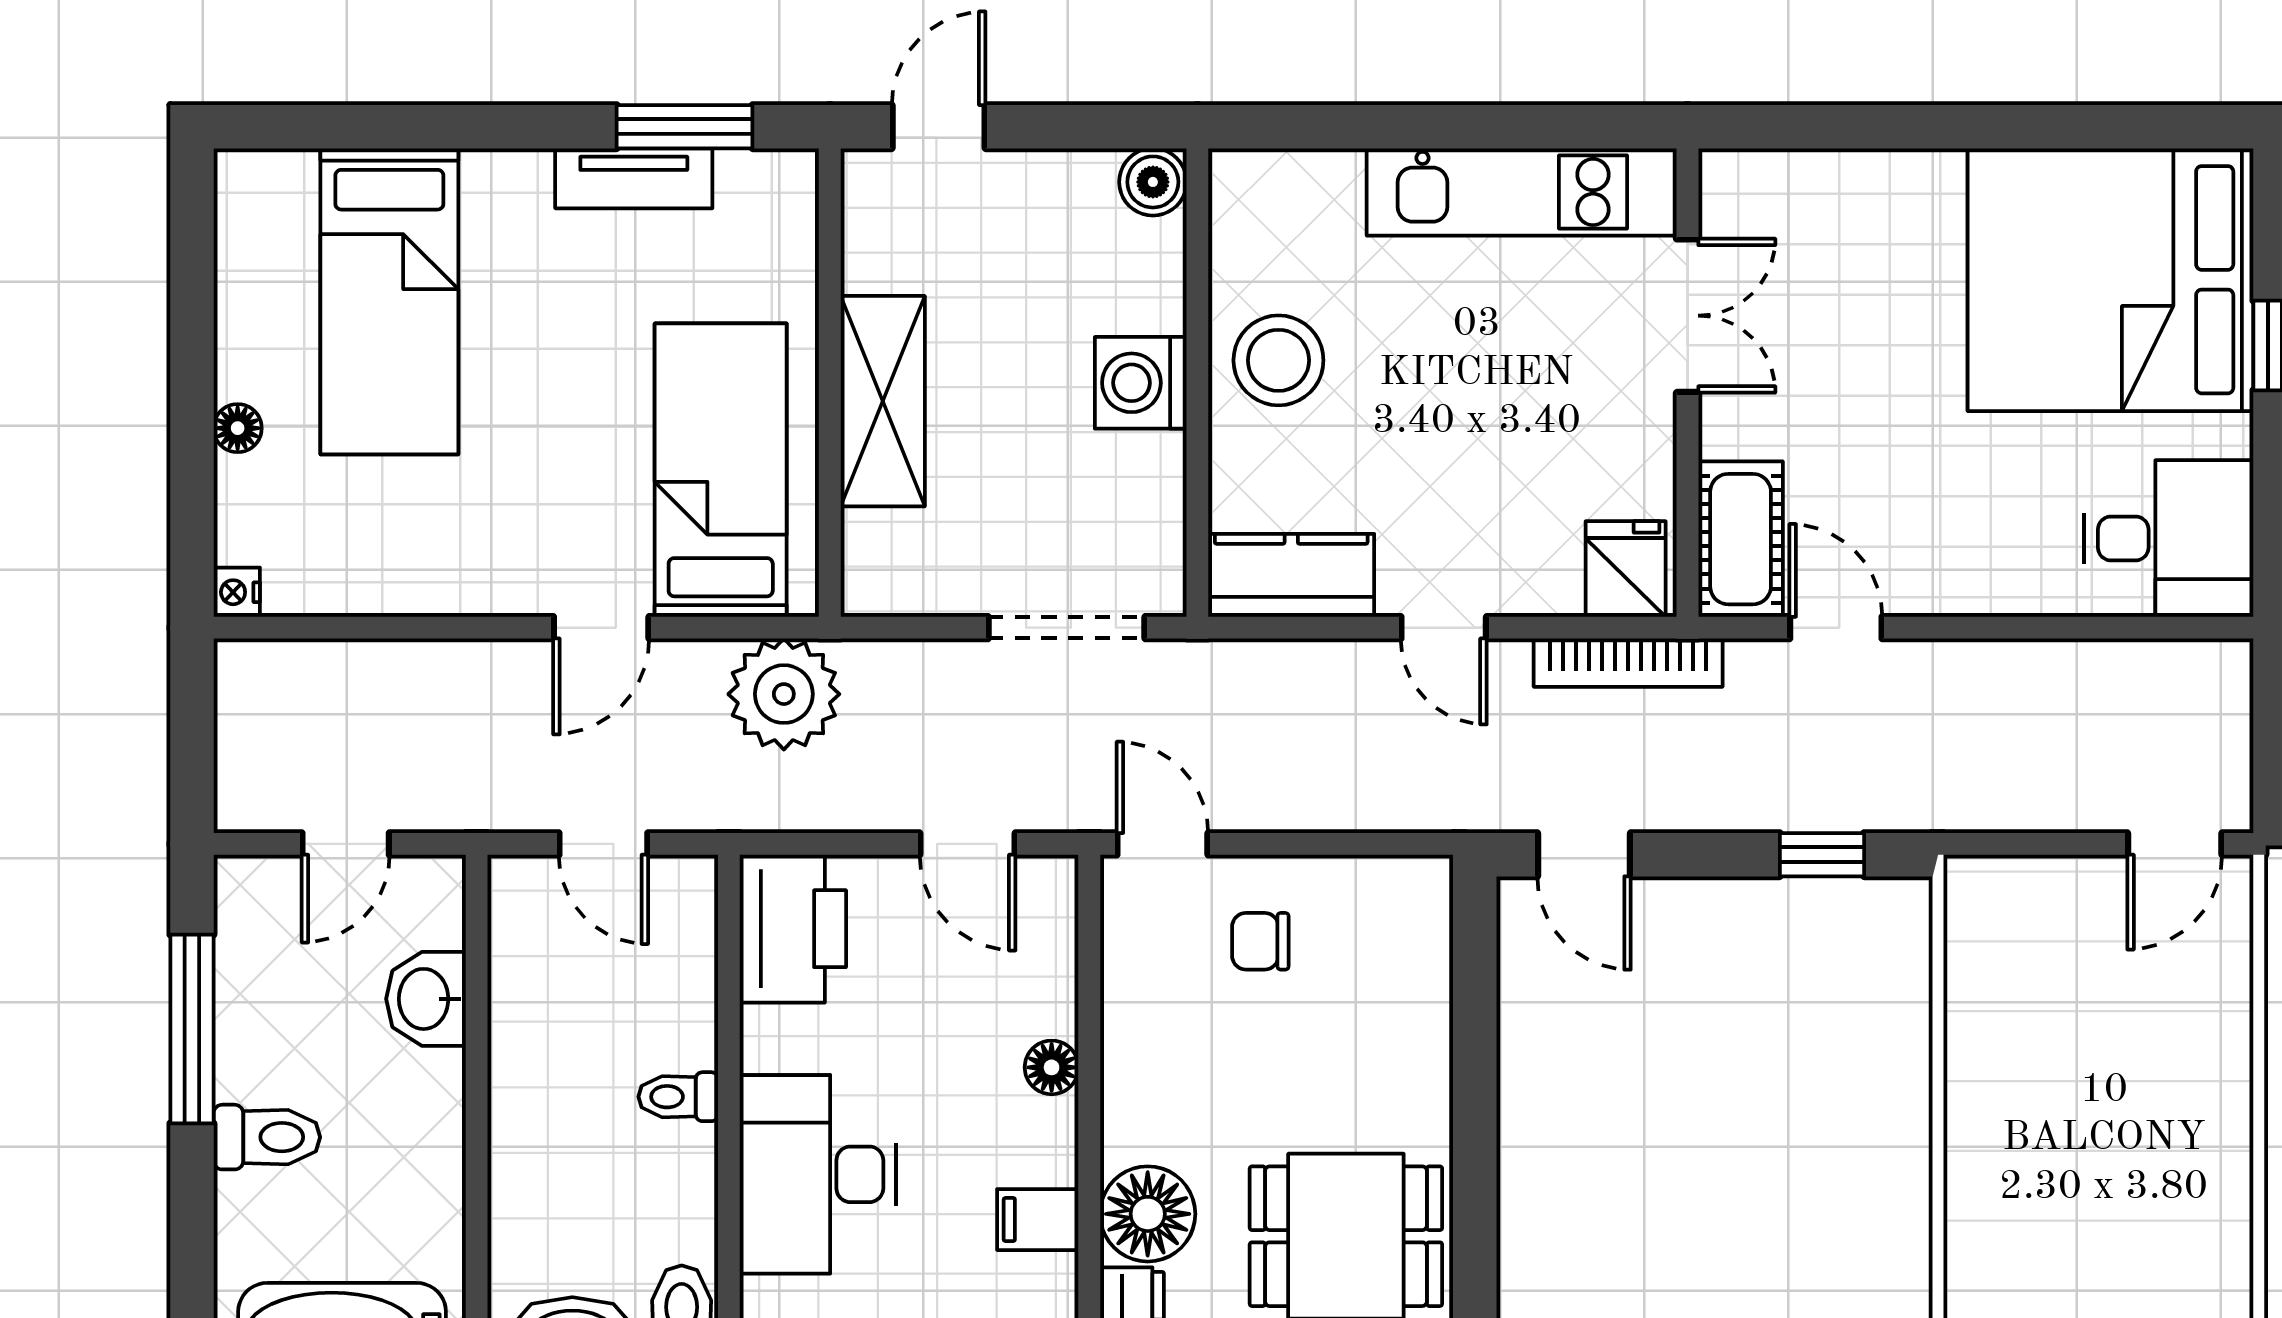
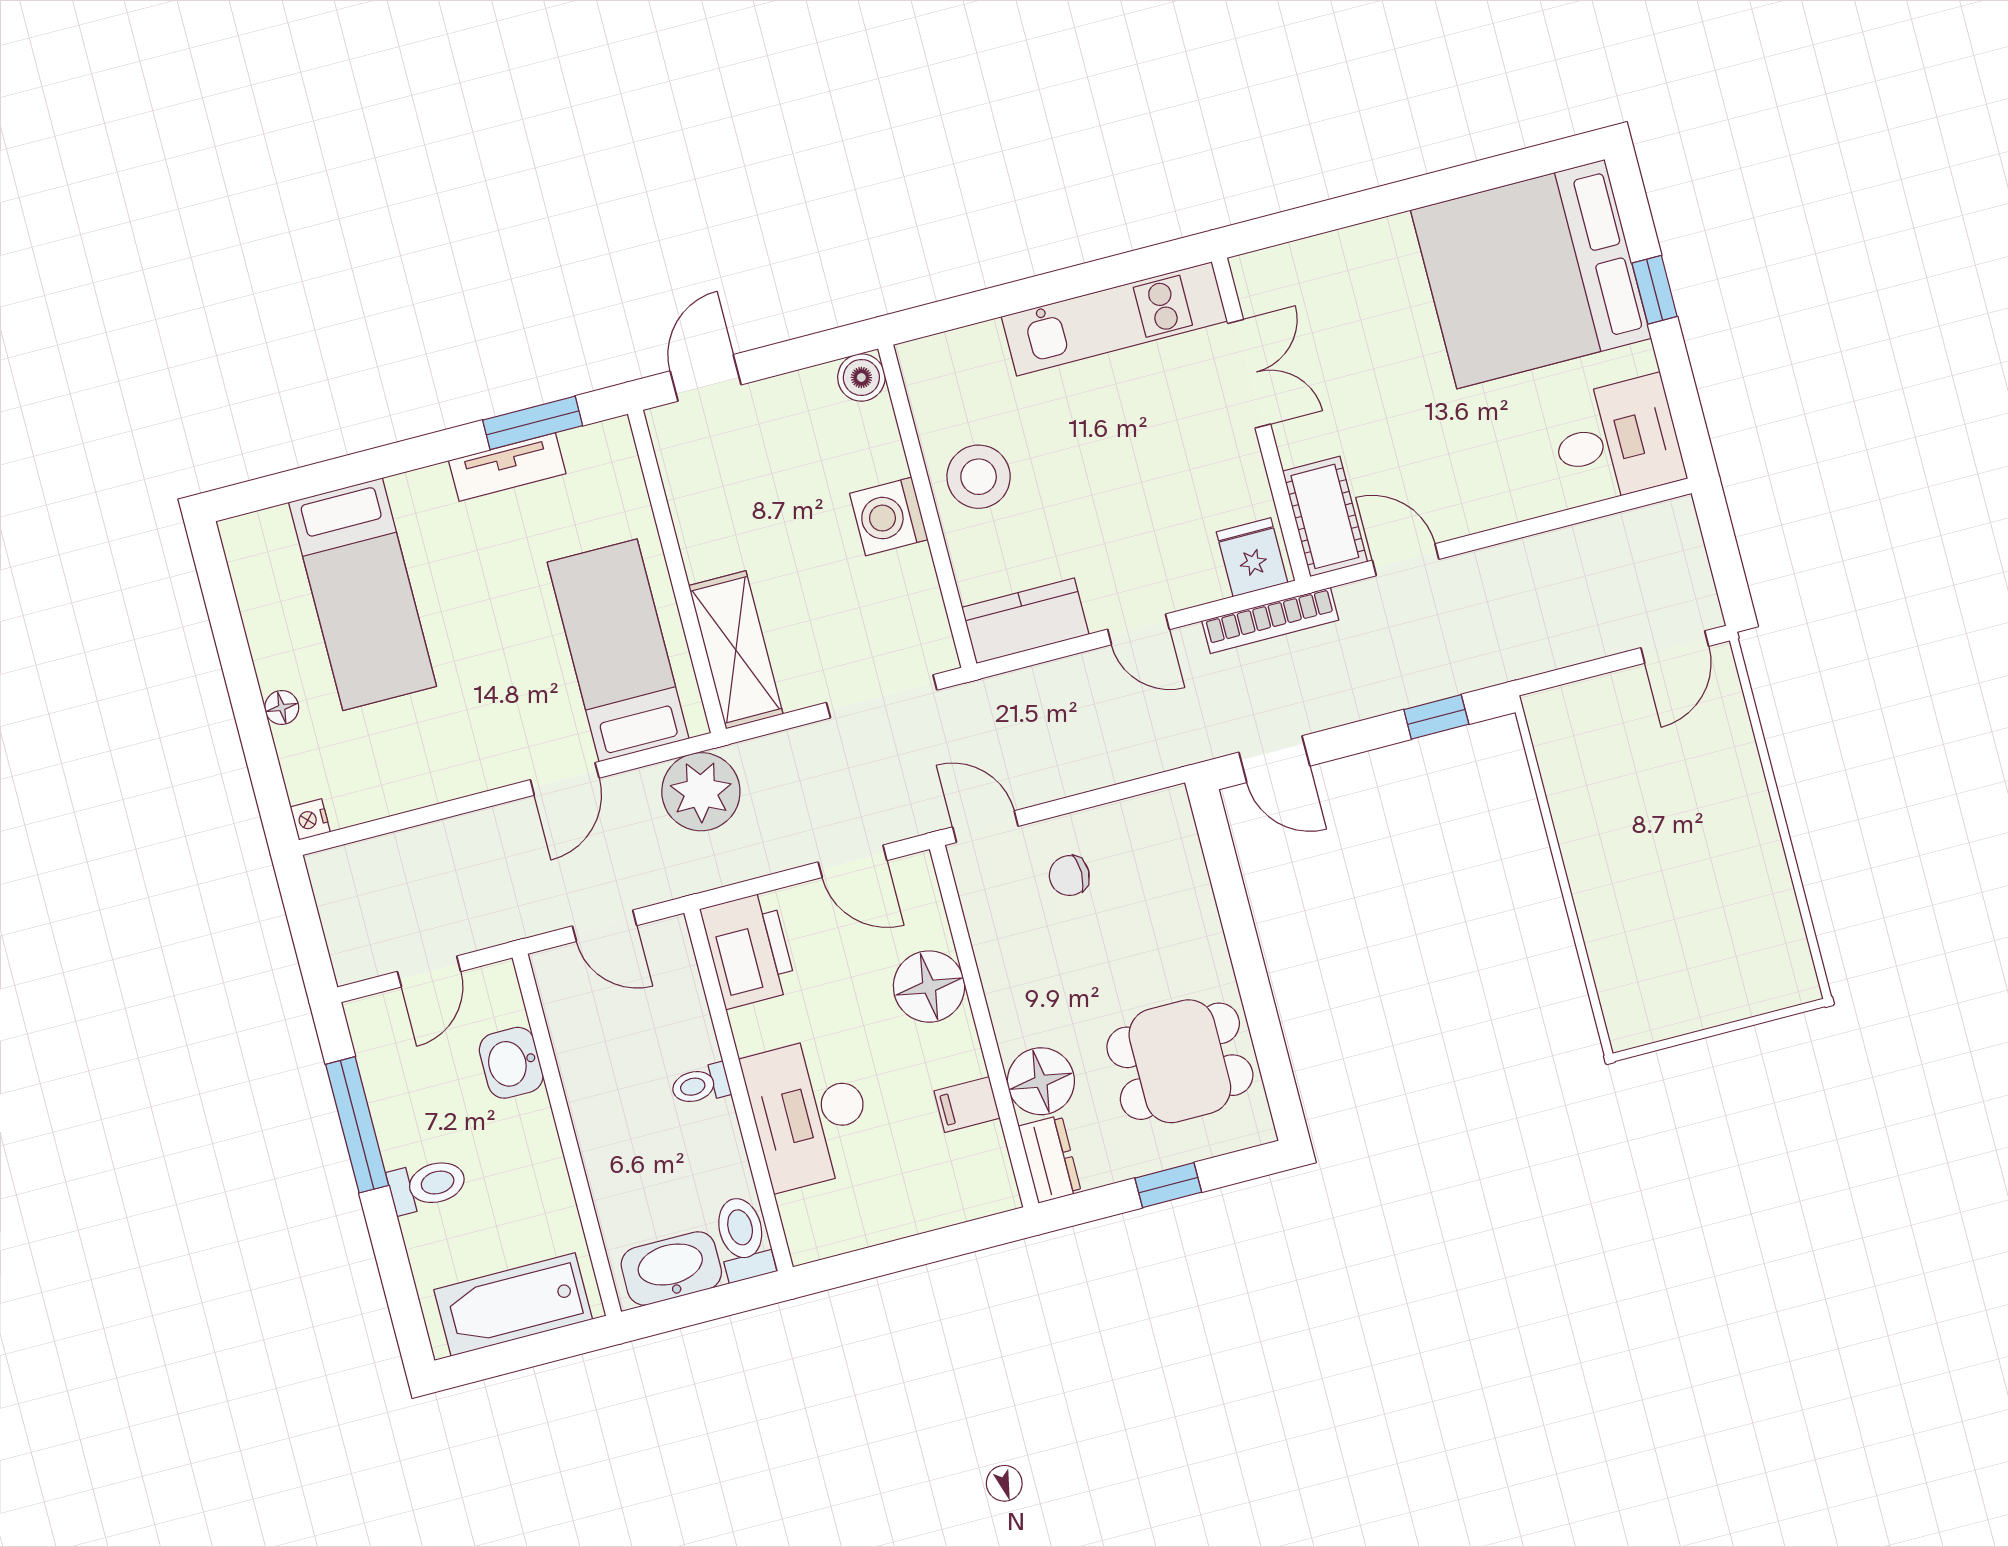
shelving: (883, 401) -> (736, 650), moved
floor lamp: (1052, 1067) -> (929, 987), width x1.89, depth x1.89

